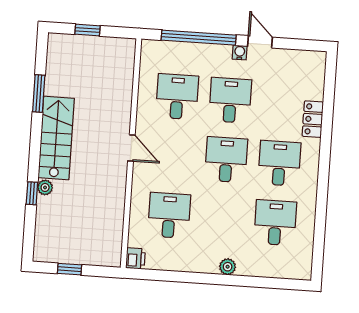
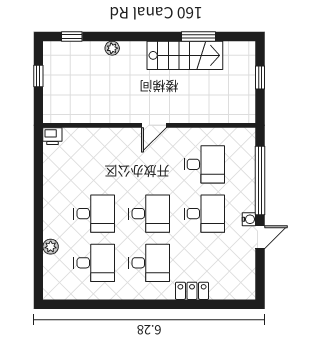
stairs: (56, 138) -> (185, 55), moved
window: (32, 193) -> (72, 37), moved
desk: (169, 215) -> (94, 214), moved
plant: (228, 267) -> (51, 247), moved

